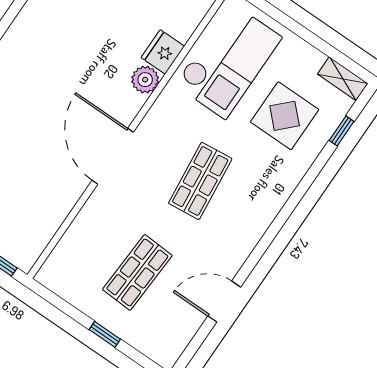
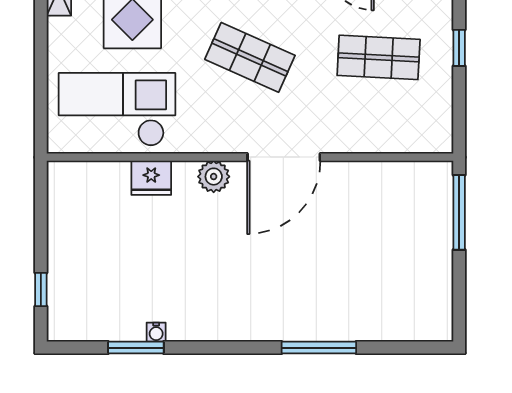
plant: (145, 80) -> (214, 177), moved
shop shelf: (200, 181) -> (250, 57), turned 30

